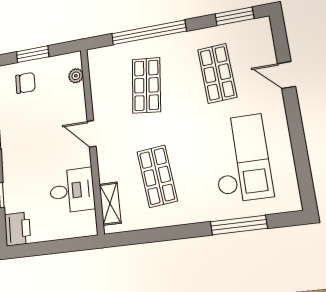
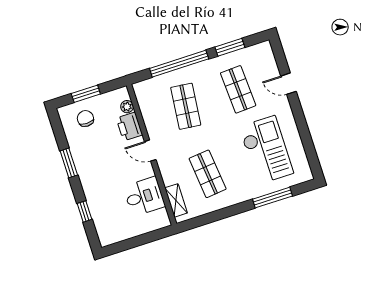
window: (234, 16) -> (230, 47), moved
chair: (25, 83) -> (85, 118), turned -90
printer: (17, 229) -> (129, 127), moved, turned 180

